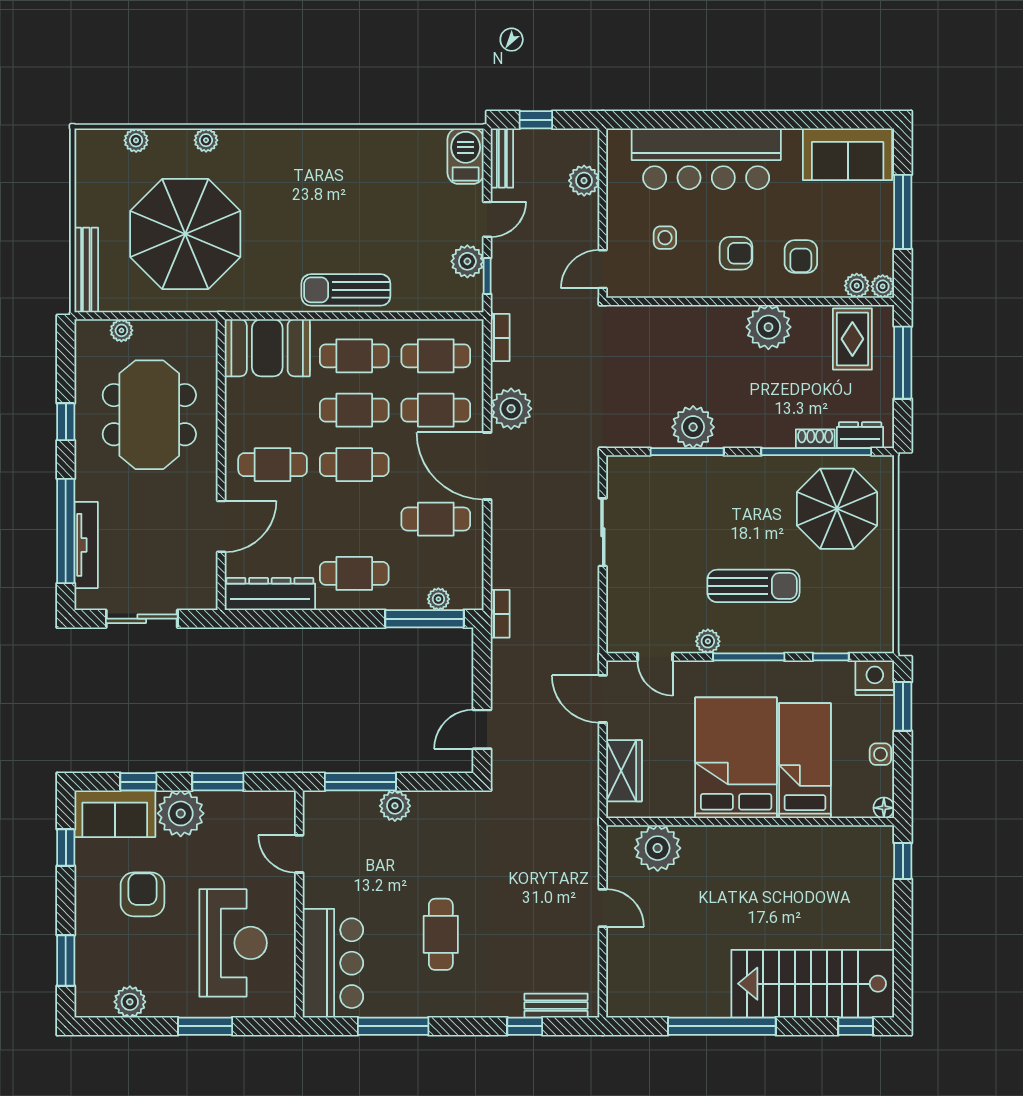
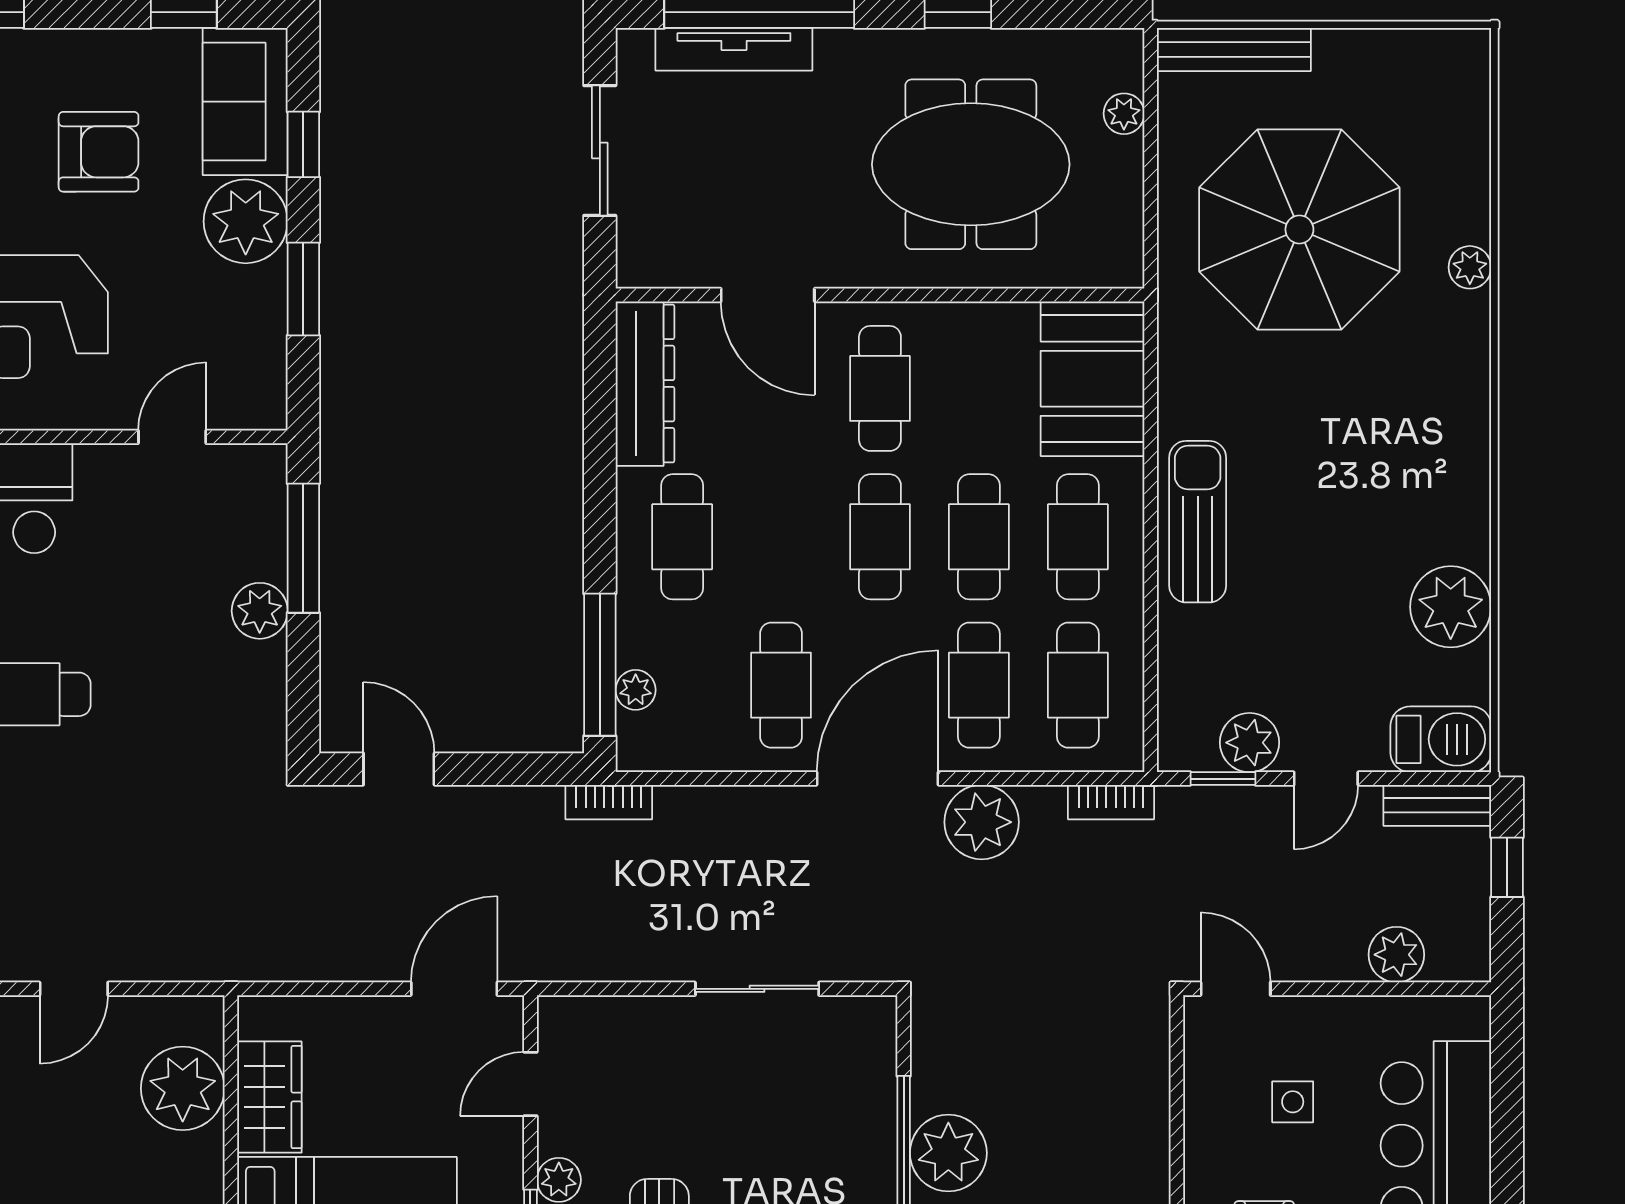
plant: (136, 140) -> (1451, 607), moved, width x1.88, depth x1.88
door: (487, 219) -> (1326, 779), hinge flipped
wardrobe: (624, 771) -> (269, 1097), moved, turned -90

